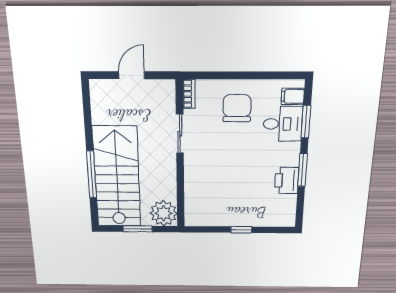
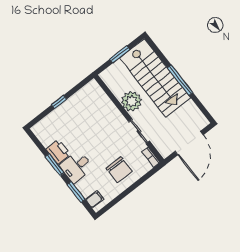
door: (132, 75) -> (189, 143), width x1.88
desk: (283, 124) -> (76, 167), moved
window: (92, 174) -> (180, 80), moved
plant: (164, 213) -> (131, 101), moved

